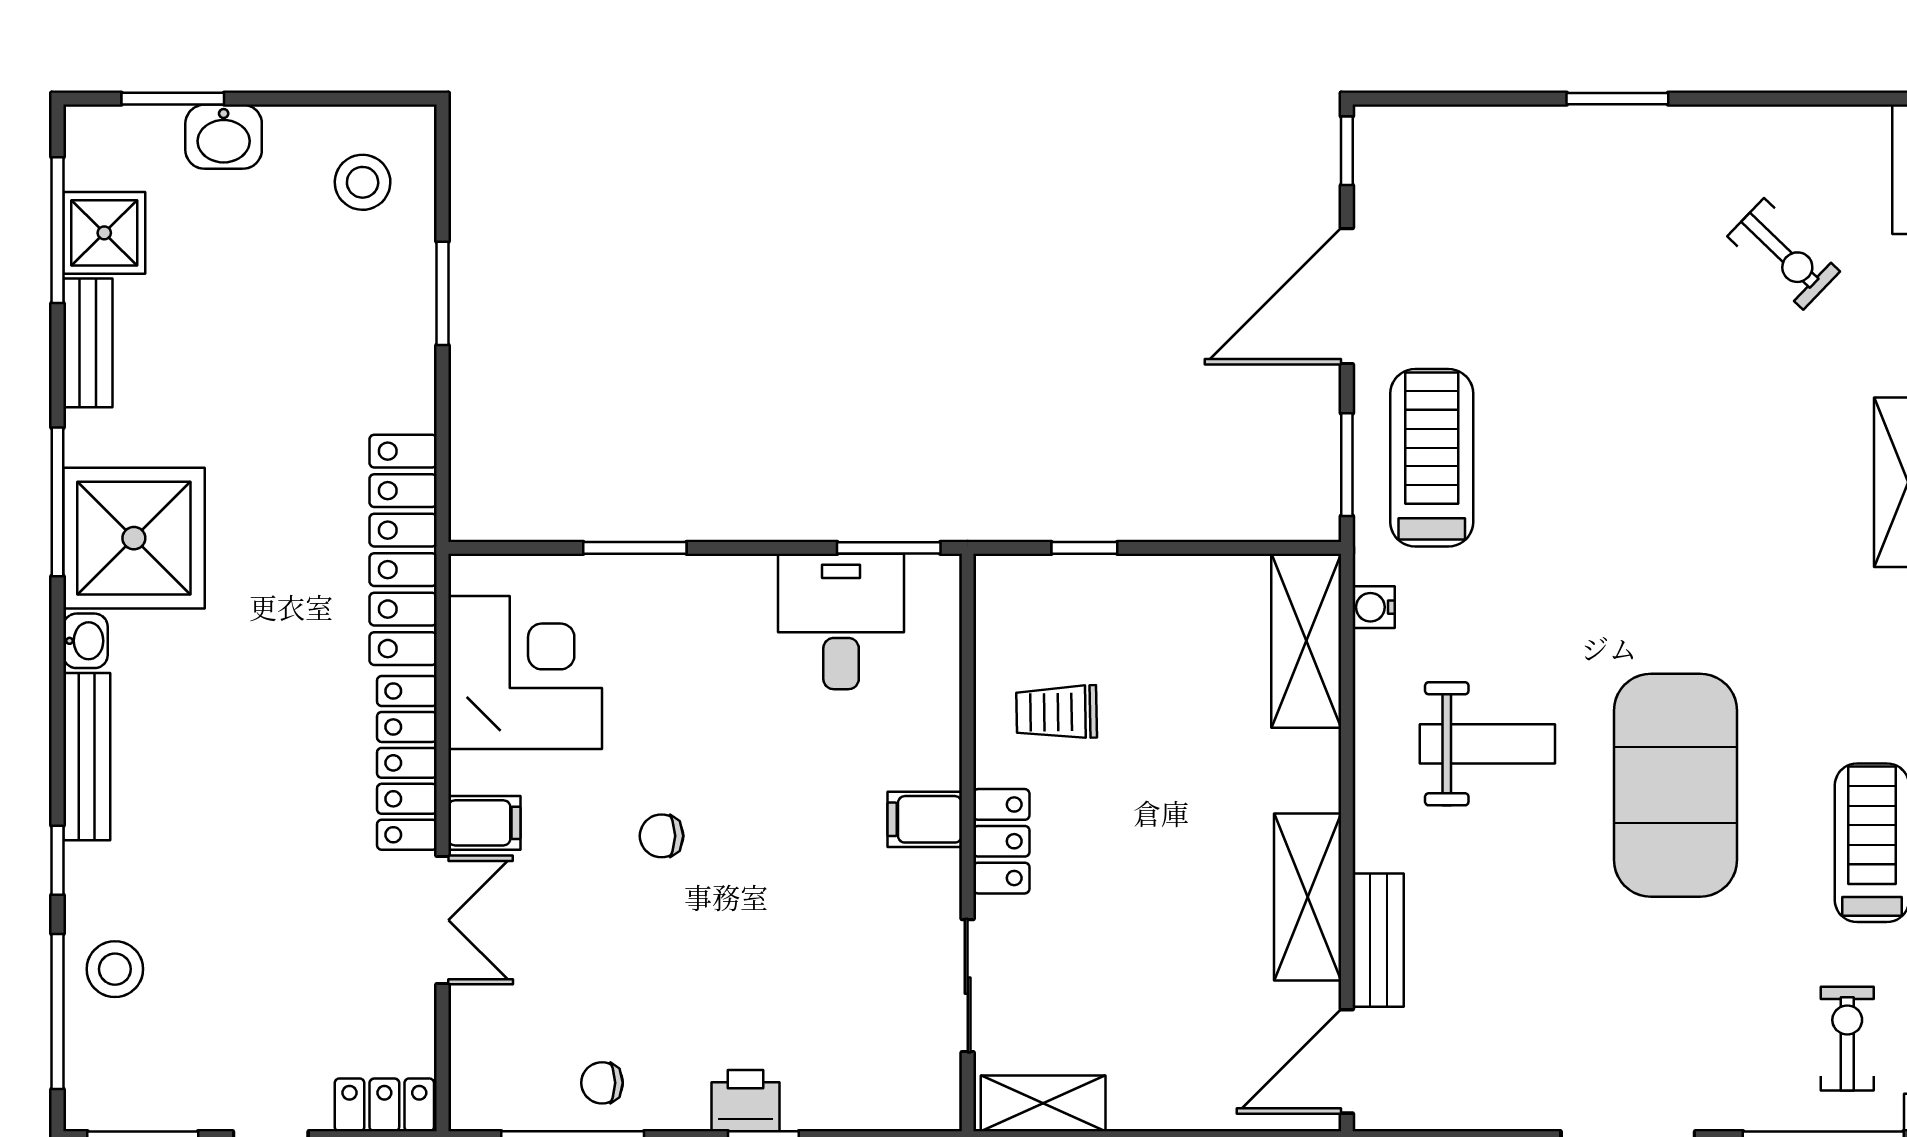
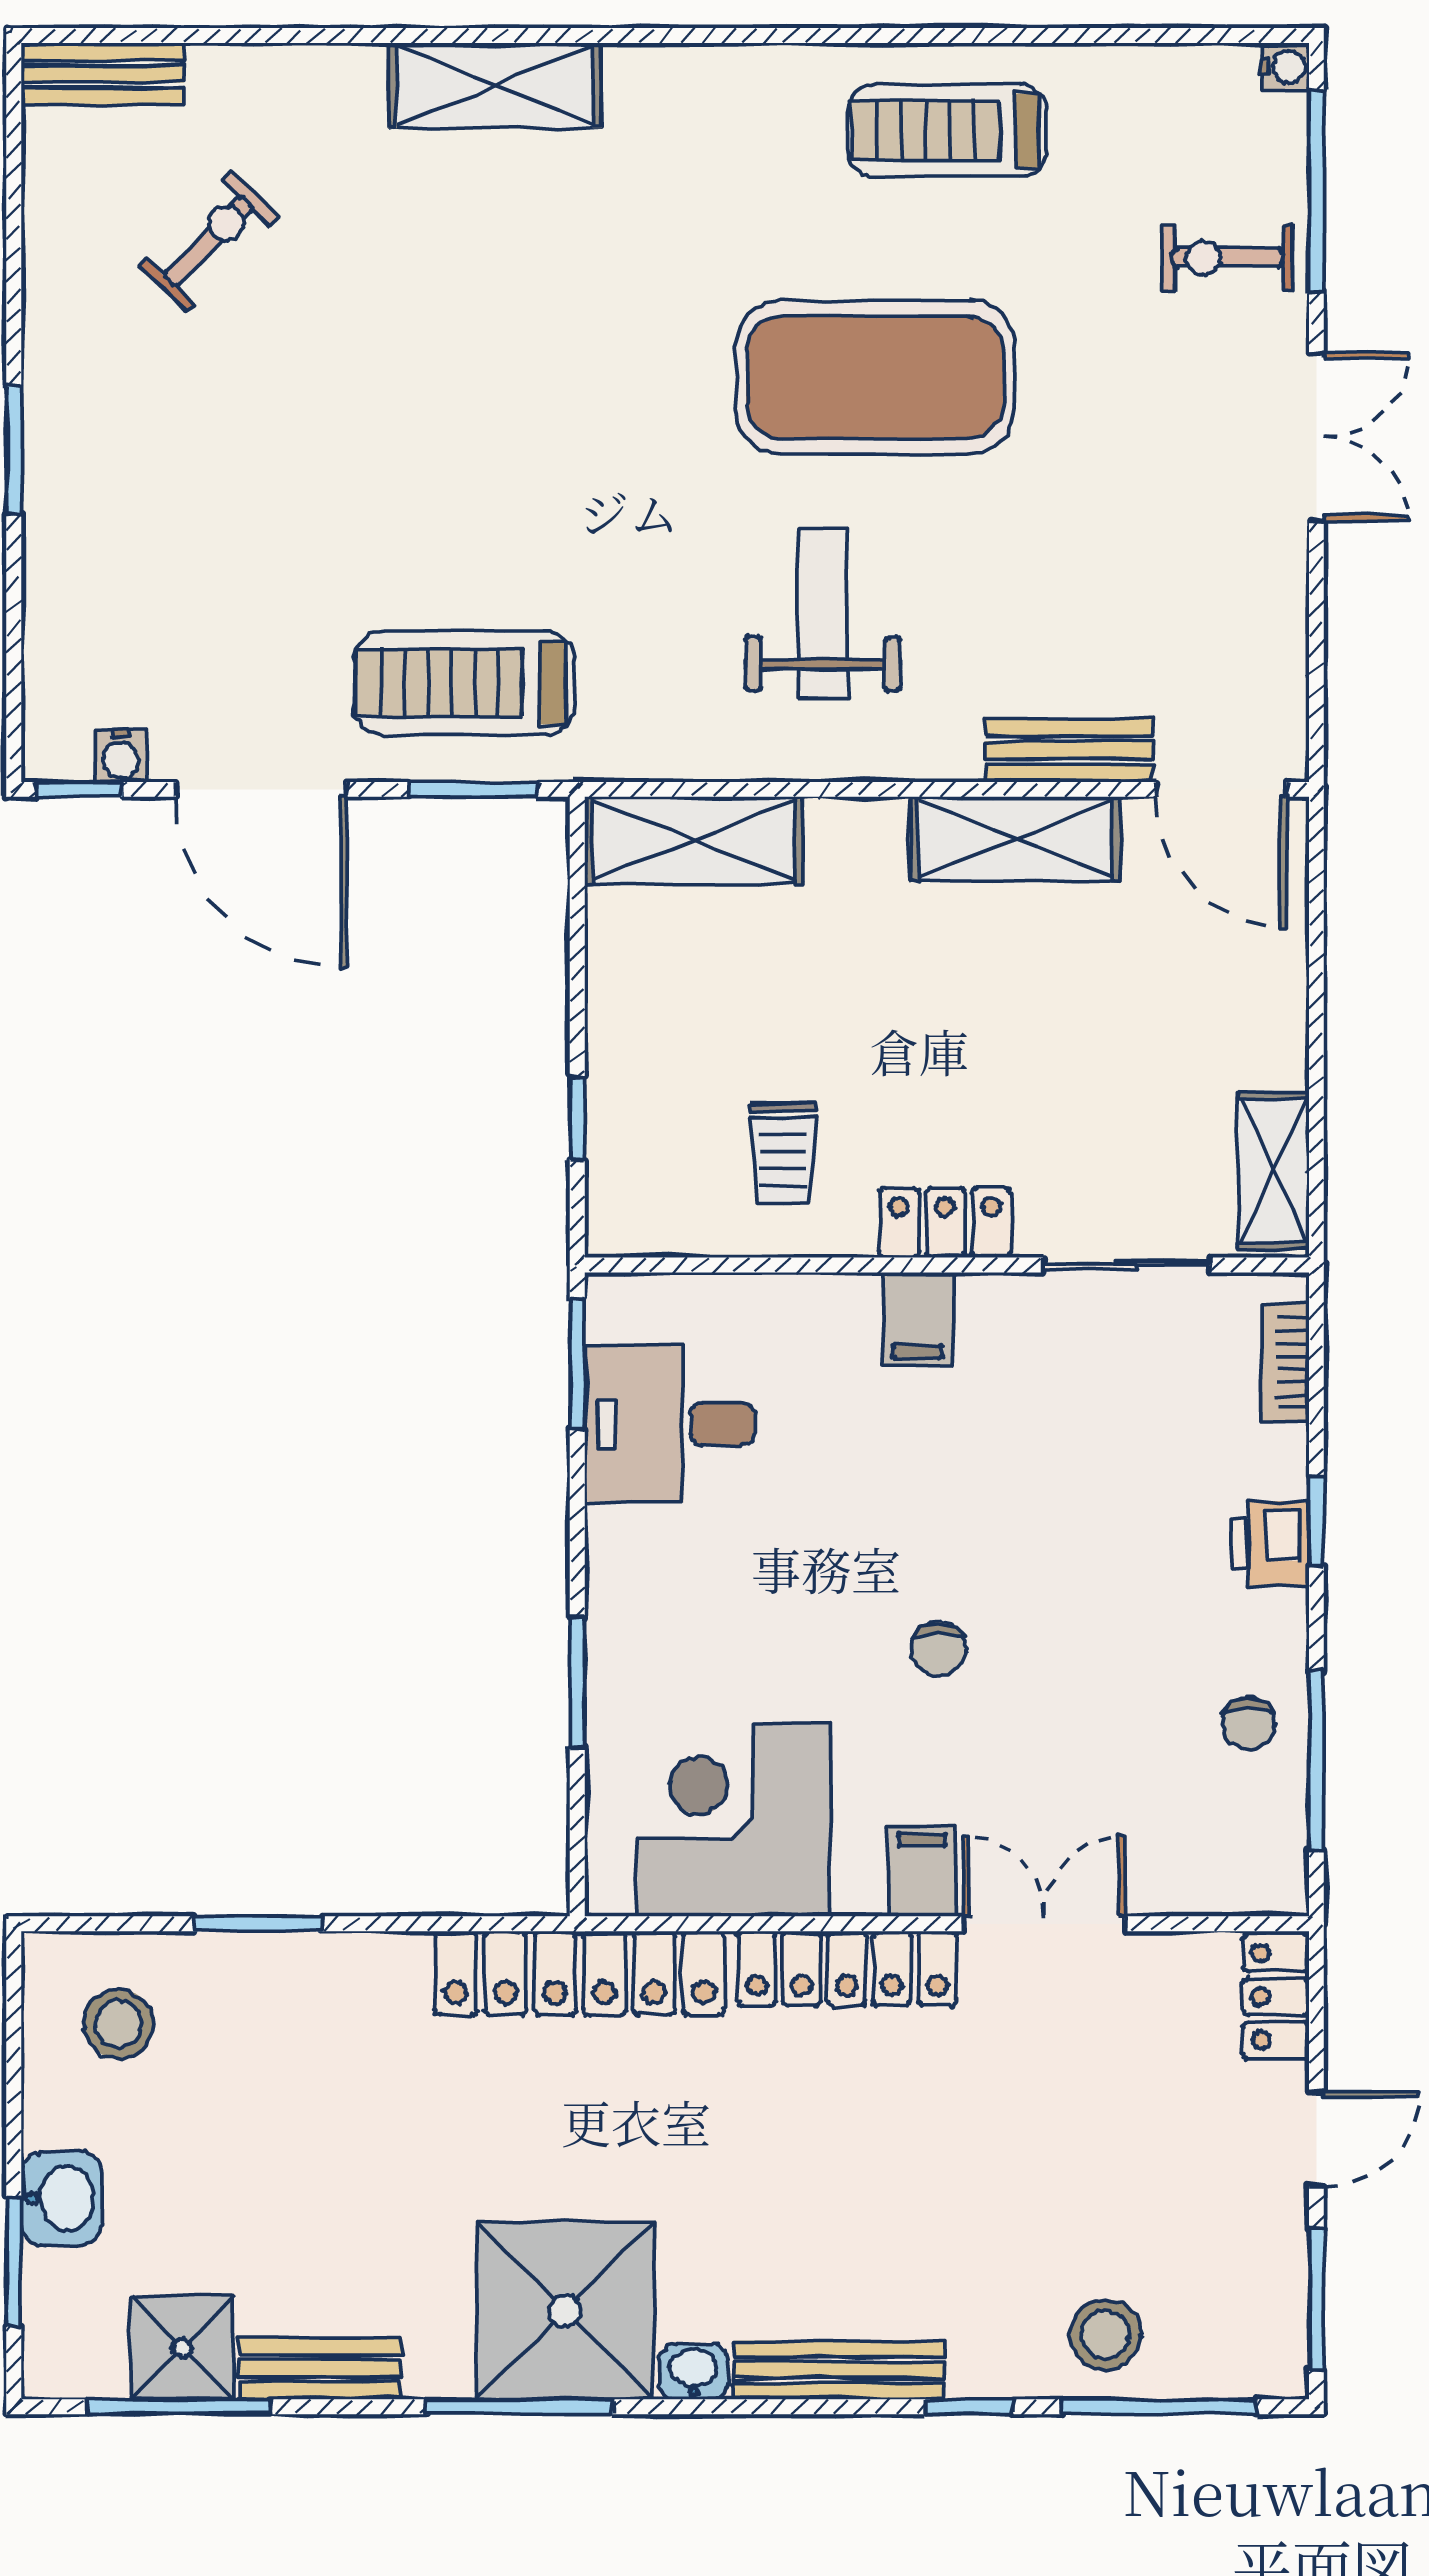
water cooler: (1374, 607) -> (121, 756), moved
exercise bike: (1847, 1039) -> (1228, 258), moved
bookcase: (890, 1112) -> (1285, 1363), added

